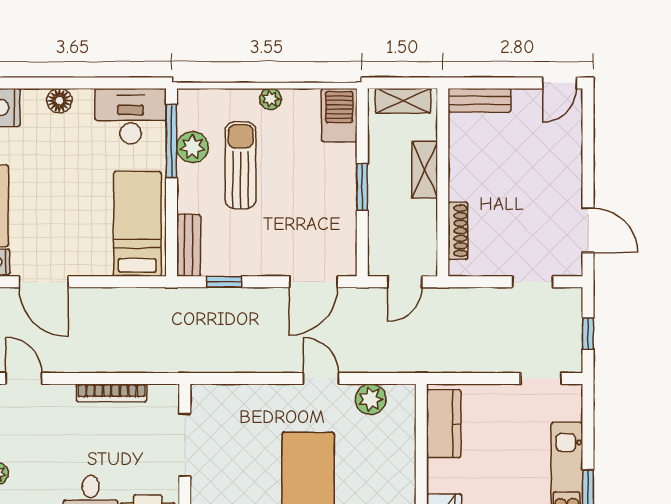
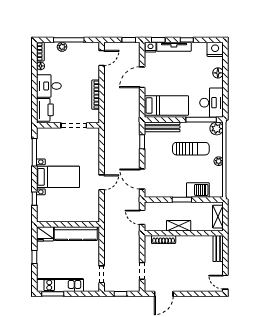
barbecue: (339, 115) -> (198, 190), moved
plant: (192, 147) -> (217, 129), moved
shelving: (425, 170) -> (179, 226), moved
bench: (189, 245) -> (162, 127), width x1.36
door: (43, 282) -> (142, 77), moved
plant: (371, 399) -> (93, 203), removed
kitchen counter: (444, 424) -> (76, 234), width x1.50

